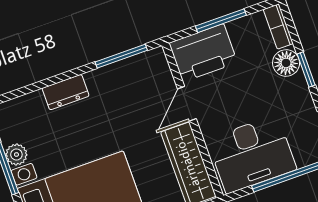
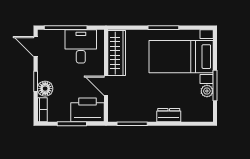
door: (187, 104) -> (106, 86), swing flipped
desk: (252, 154) -> (81, 46), width x0.73

